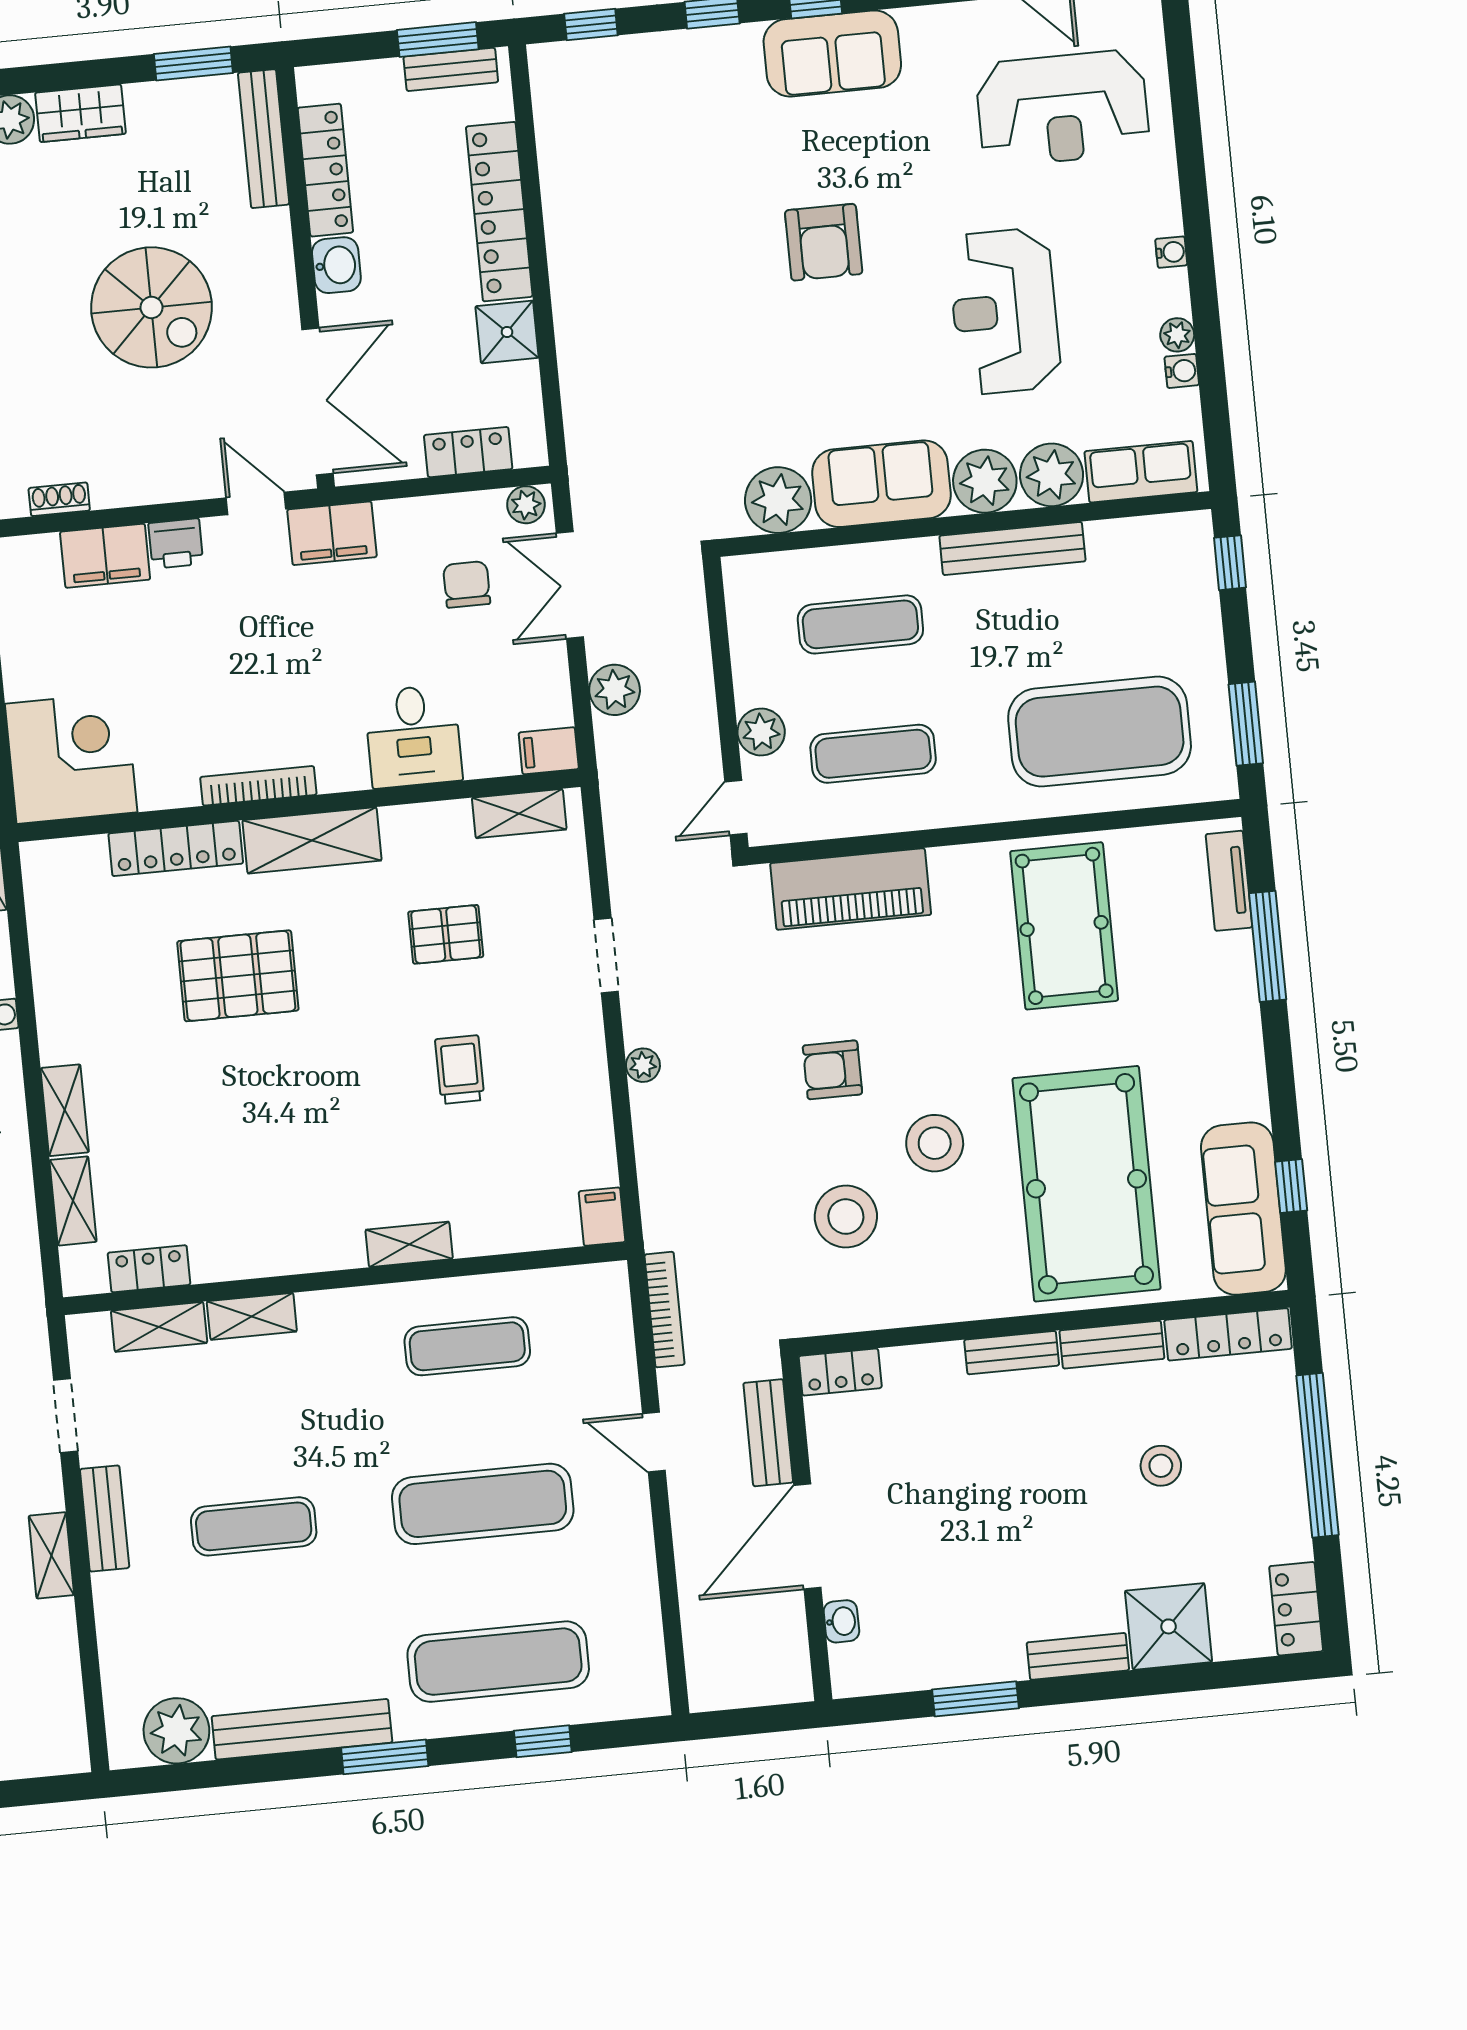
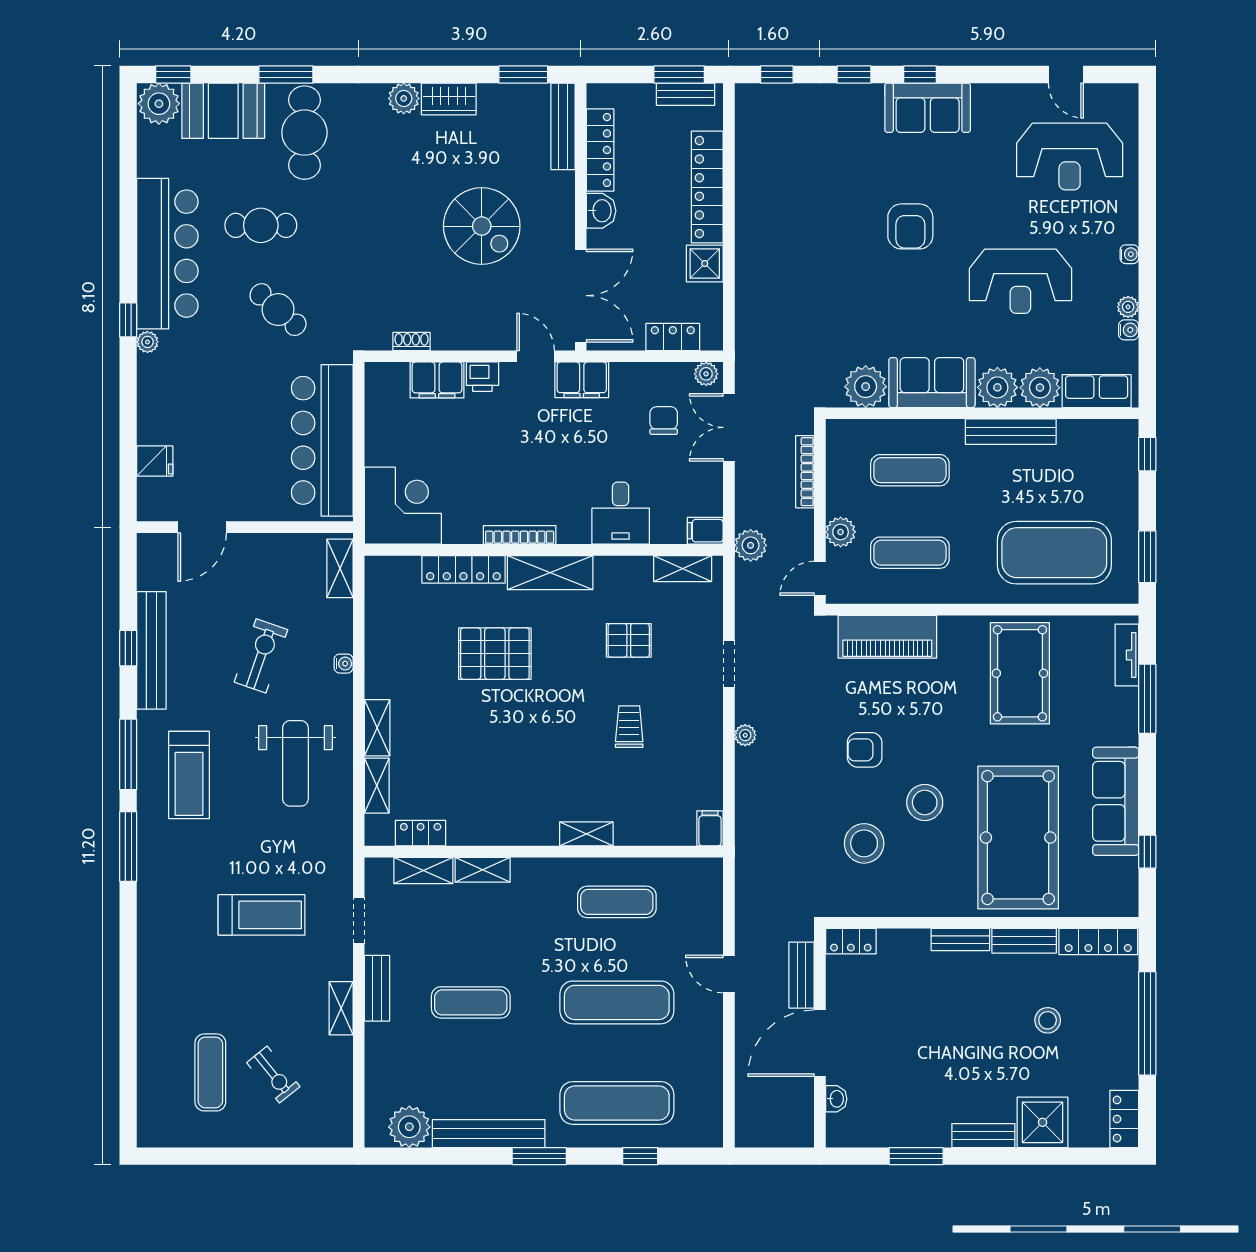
reception desk: (1005, 311) -> (1020, 281), turned -90
plant: (615, 690) -> (751, 545), moved
sofa: (1243, 1209) -> (1116, 801), moved
bookcase: (665, 1310) -> (805, 472), moved, turned 180

